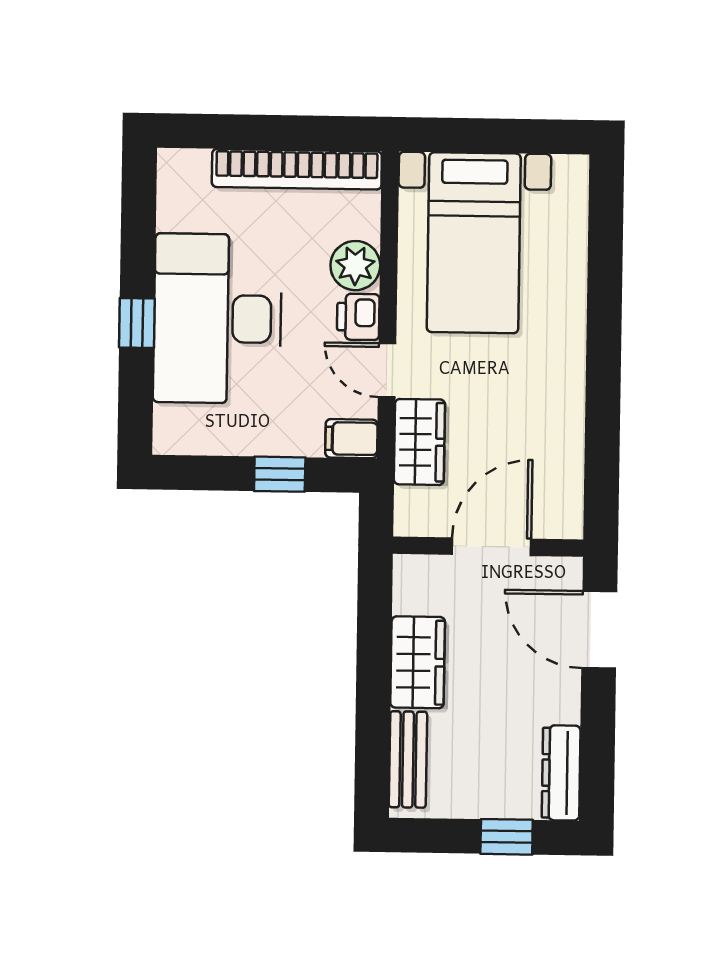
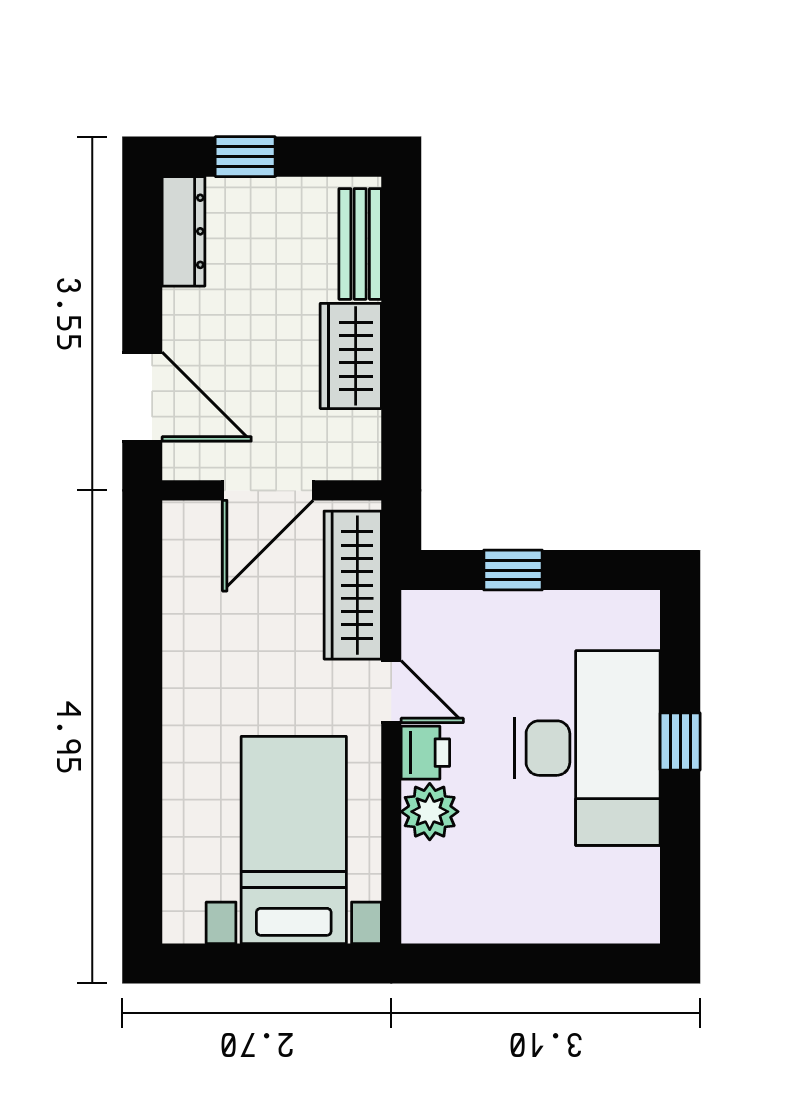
bookcase: (297, 169) -> (499, 921), removed
filing cabinet: (351, 439) -> (431, 612), removed
wardrobe: (419, 442) -> (353, 585), width x1.50

